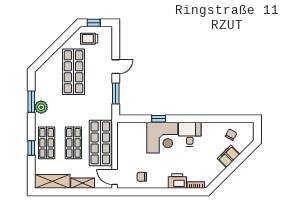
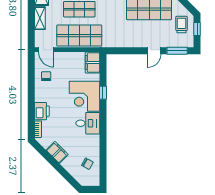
door: (116, 67) -> (154, 51), hinge flipped
window: (116, 94) -> (177, 51), moved
filing cabinet: (128, 129) -> (92, 62), added
filing cabinet: (229, 156) -> (57, 152), moved
door: (115, 177) -> (46, 50), swing flipped

